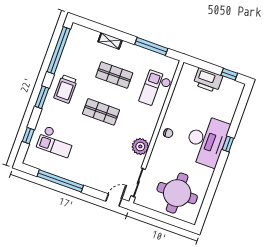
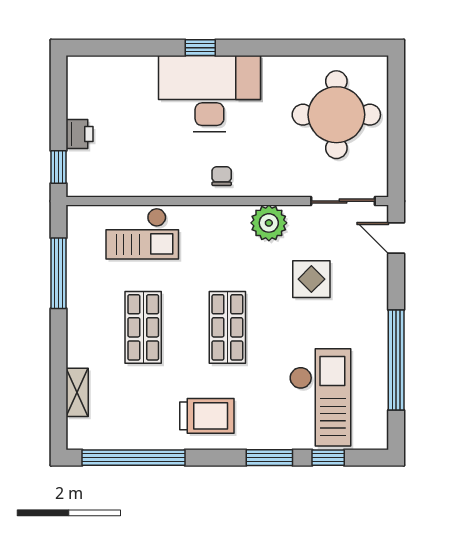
shelving: (110, 41) -> (77, 392), moved
window: (229, 74) -> (59, 167), moved
printer: (208, 80) -> (80, 134), width x0.53, depth x0.68
window: (42, 97) -> (269, 458), moved
checkout: (56, 142) -> (320, 397), width x1.36, depth x1.21
display table: (109, 156) -> (311, 279), added

